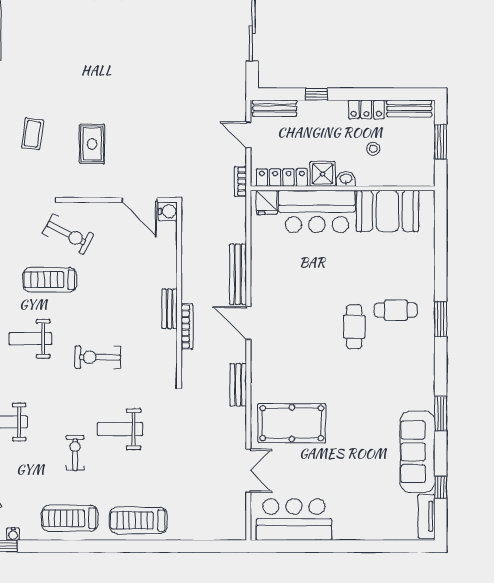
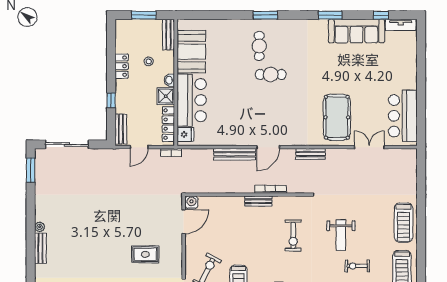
bench: (409, 108) -> (169, 35), moved
exercise bike: (98, 357) -> (293, 235), moved

